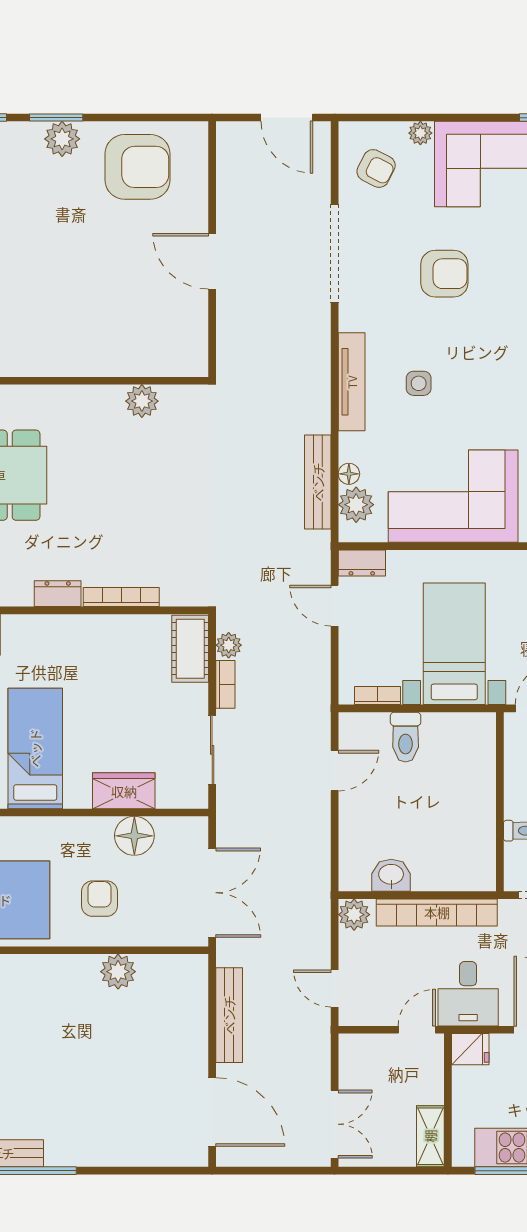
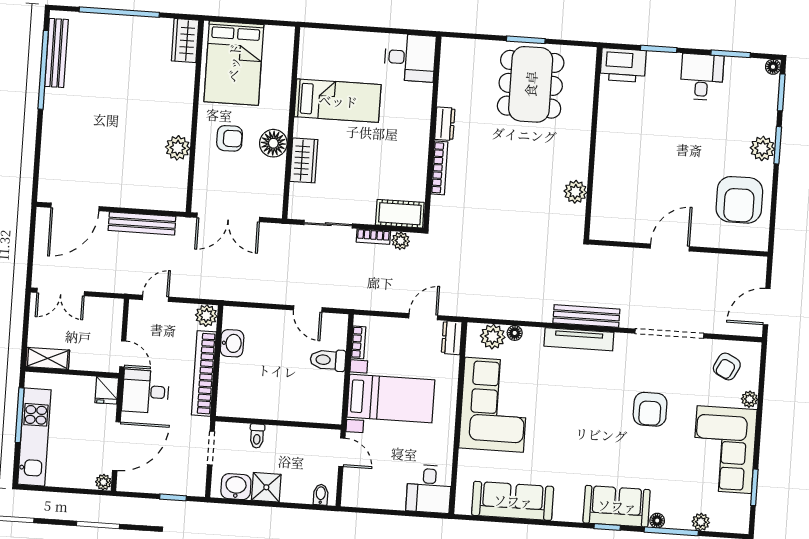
side table: (419, 383) -> (575, 386), removed
bench: (318, 482) -> (586, 316), moved
floor lamp: (134, 836) -> (273, 143), moved

